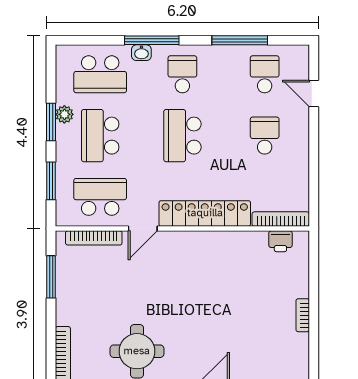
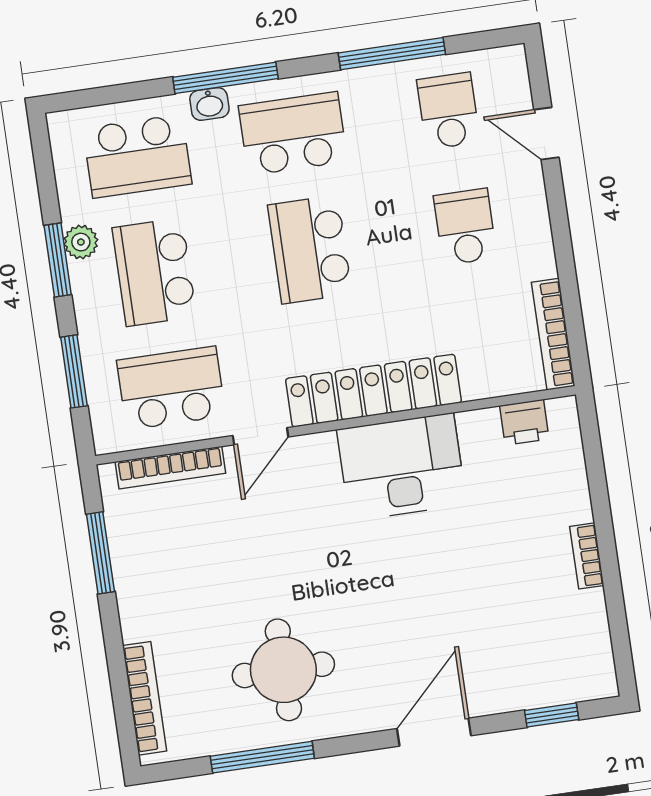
school desk: (182, 74) -> (293, 134), width x1.85
bookcase: (281, 219) -> (553, 334), moved, turned -90
desk: (214, 255) -> (402, 467), added

